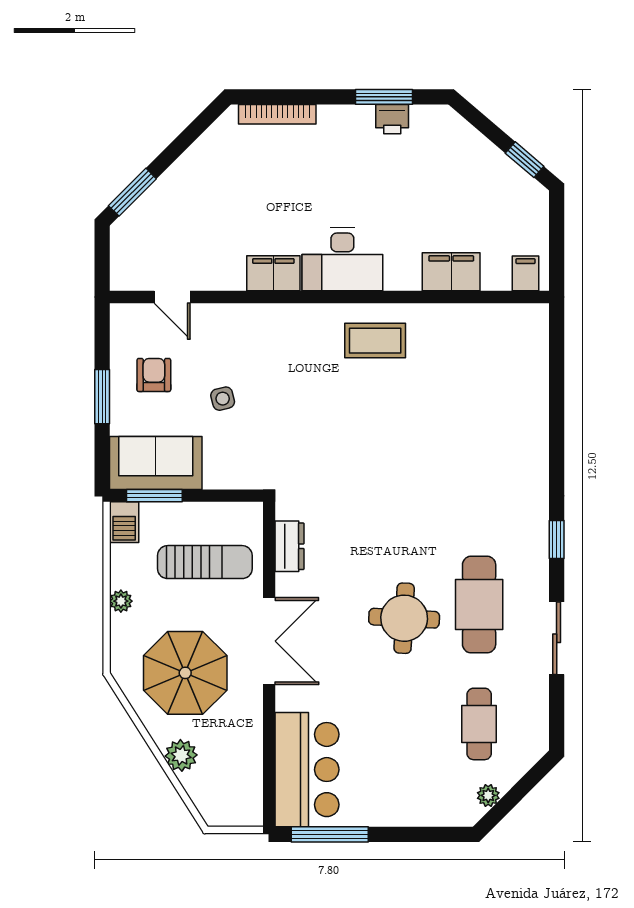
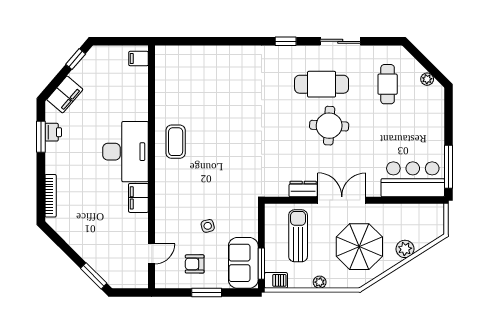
desk: (342, 259) -> (126, 152), width x1.36, depth x1.30
filing cabinet: (451, 272) -> (65, 94), moved, turned -139
dresser: (290, 546) -> (303, 189), moved
cafe table: (479, 724) -> (388, 84), turned 90

